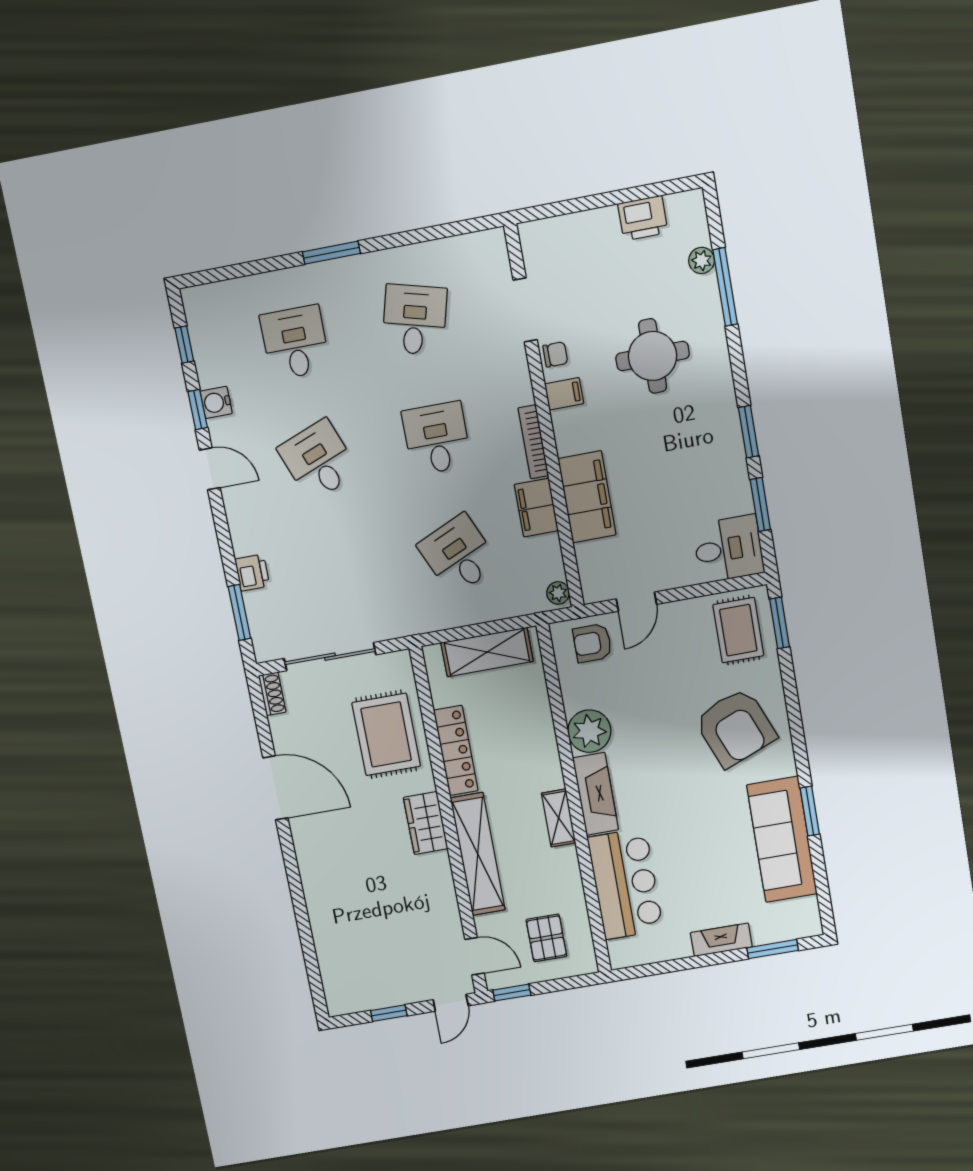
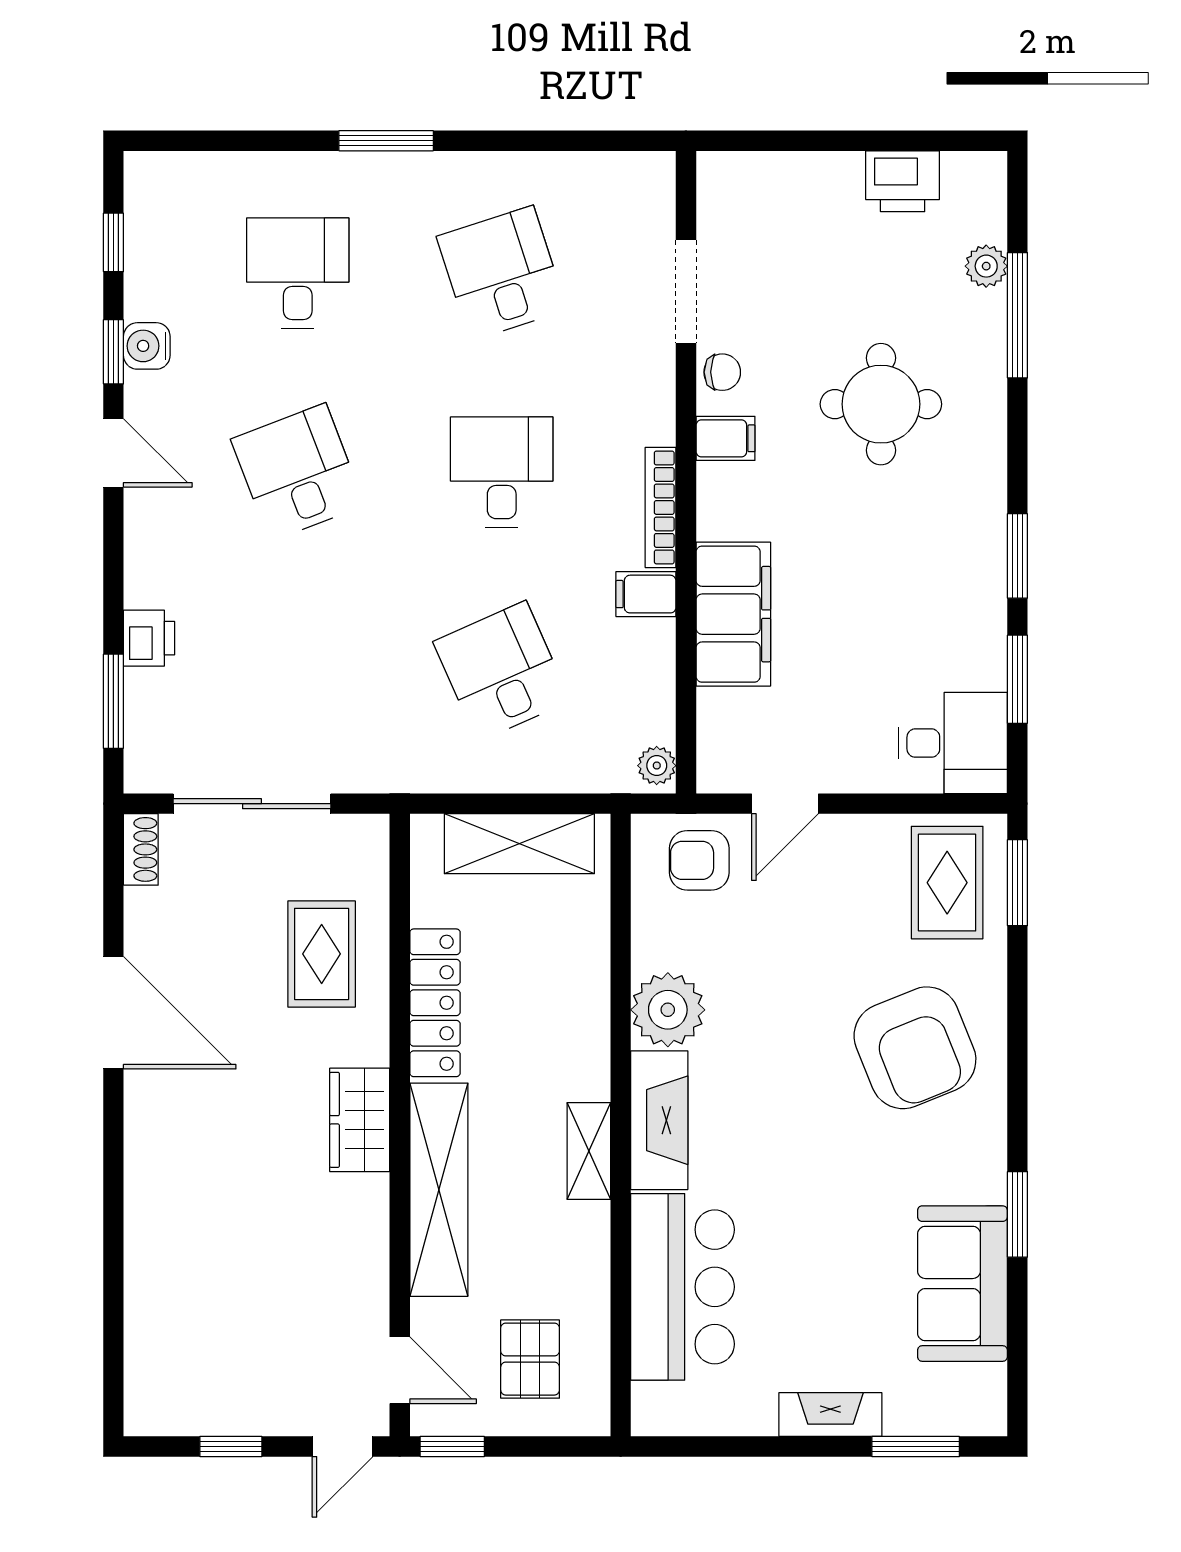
desk: (414, 320) -> (502, 273), turned -33
filing cabinet: (536, 508) -> (646, 594), width x0.50
rug: (386, 734) -> (322, 954), width x0.73, depth x0.70
sofa: (782, 839) -> (962, 1284), width x0.73

